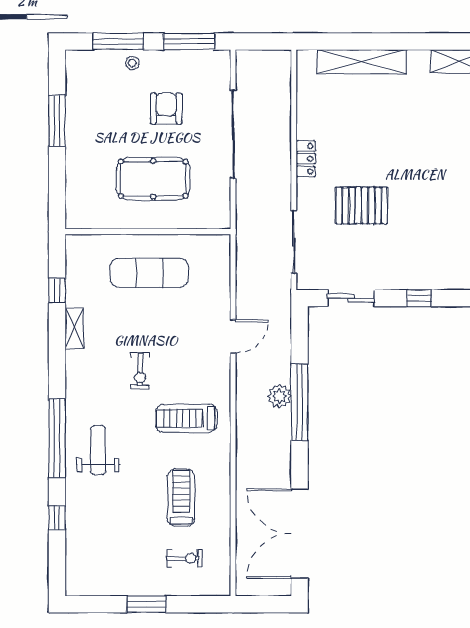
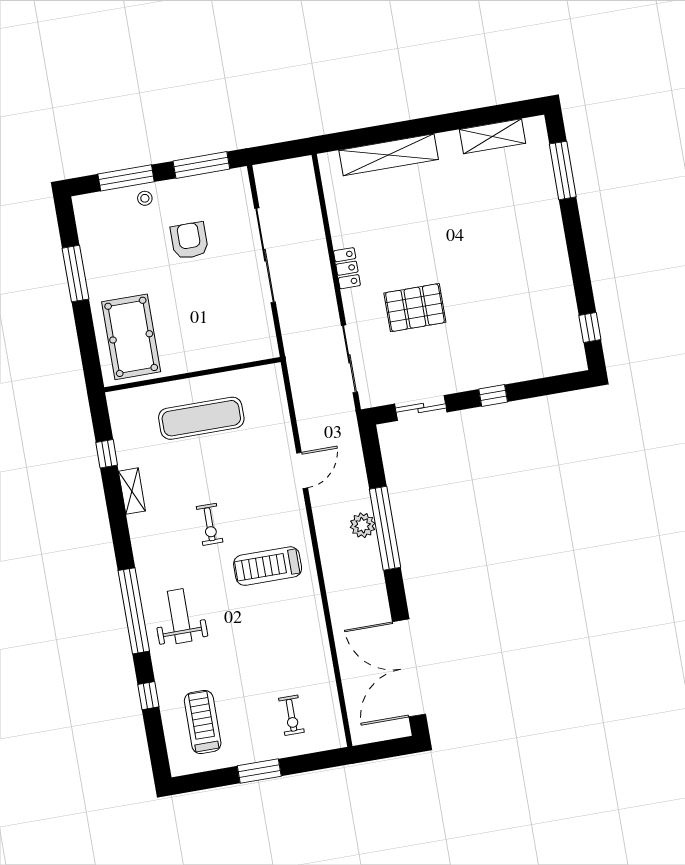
pool table: (153, 179) -> (131, 337), moved, turned 90
treadmill: (181, 498) -> (203, 722), moved
exercise bike: (185, 558) -> (291, 715), turned 90

